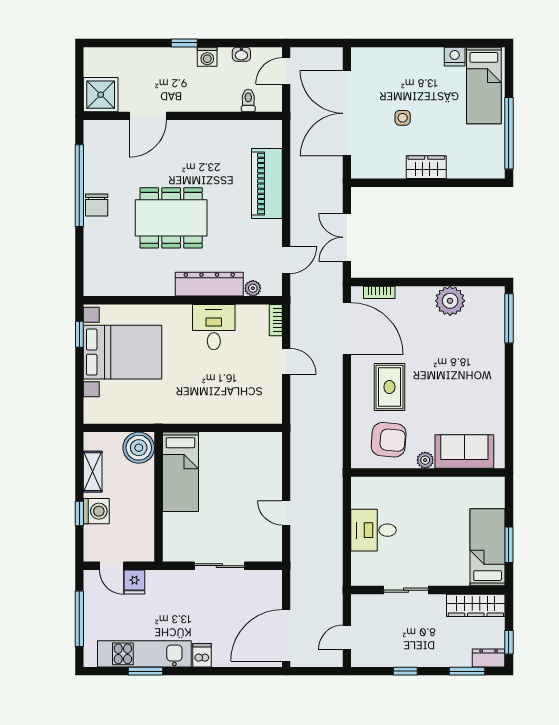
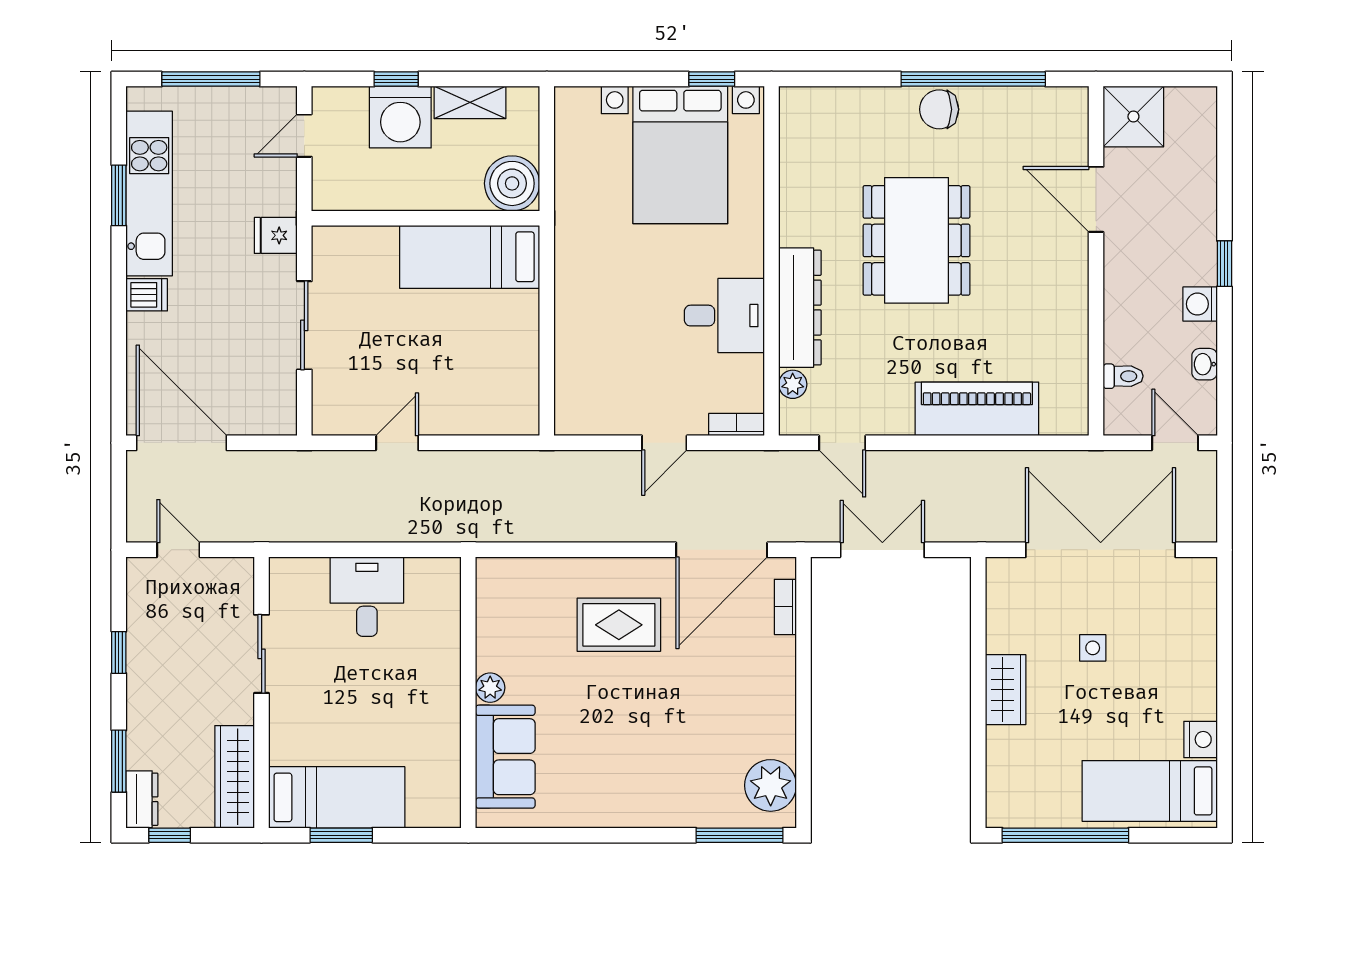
plant: (450, 301) -> (771, 785), moved
armchair: (389, 440) -> (526, 623), removed
washing machine: (96, 511) -> (400, 117), width x1.37, depth x1.37
fridge: (134, 582) -> (276, 235), moved

